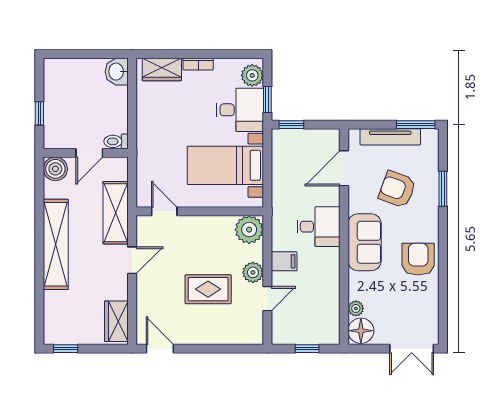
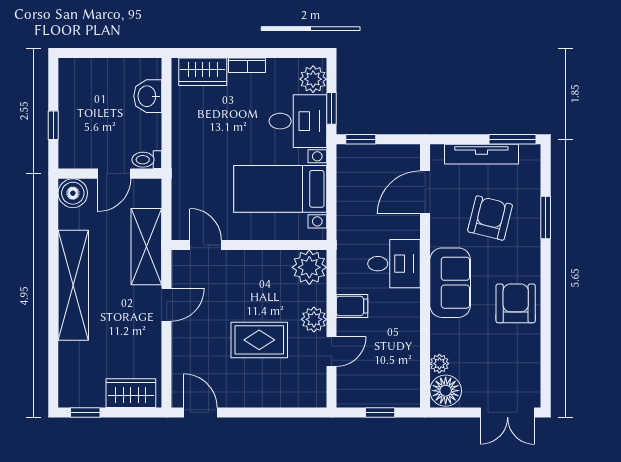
washbasin: (117, 72) -> (148, 96), moved
armchair: (397, 189) -> (490, 218), turned 84
wardrobe: (116, 321) -> (131, 393), moved, turned 90

